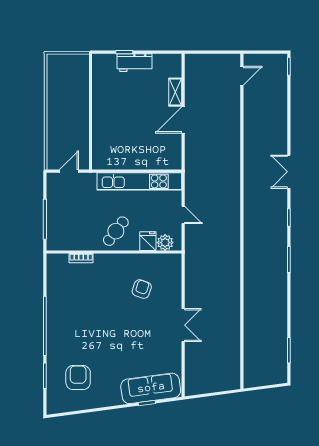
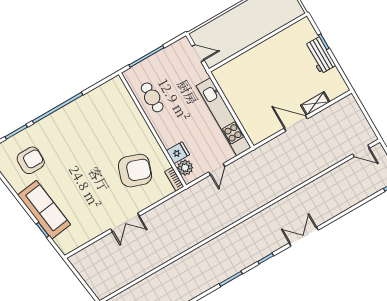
cafe table: (116, 231) -> (152, 97), moved, turned 53
bookcase: (81, 258) -> (174, 179), moved
armchair: (142, 289) -> (135, 171), width x1.88, depth x1.88
sofa: (151, 388) -> (44, 210), moved

